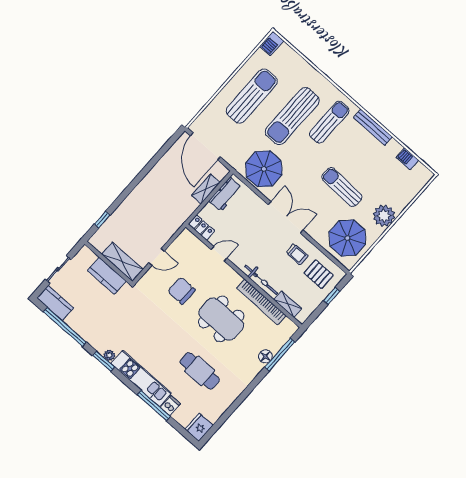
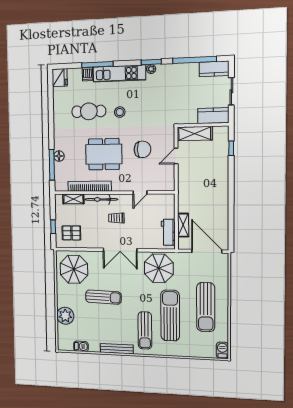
plant: (384, 216) -> (65, 316), moved
locker: (202, 228) -> (165, 199), removed
trolley: (297, 254) -> (116, 218), moved
kitchen counter: (107, 276) -> (213, 116), moved
stool: (172, 344) -> (120, 112), added

